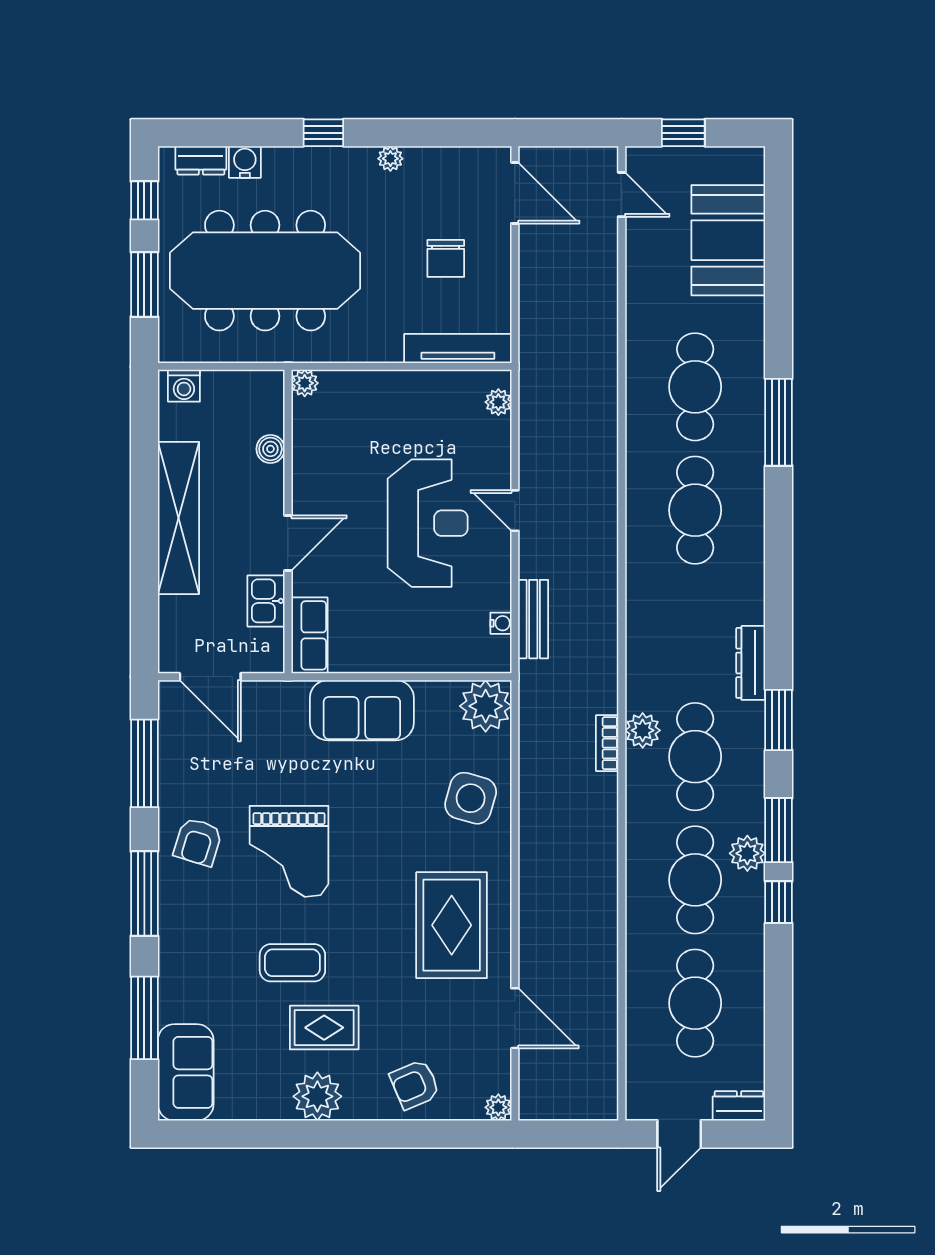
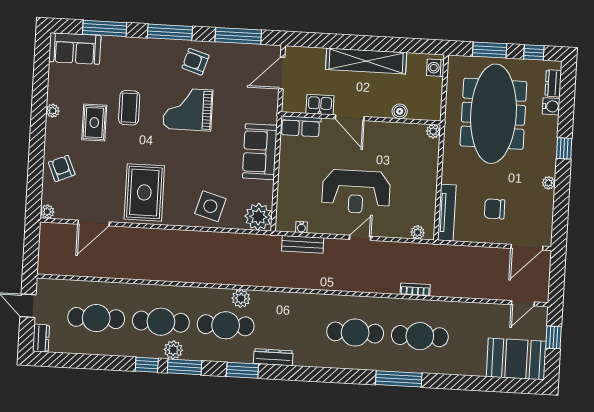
booth: (728, 240) -> (516, 359), moved
bookcase: (607, 743) -> (415, 290), moved
rug: (452, 925) -> (144, 192), turned 90
plant: (317, 1096) -> (53, 111), width x0.53, depth x0.53

